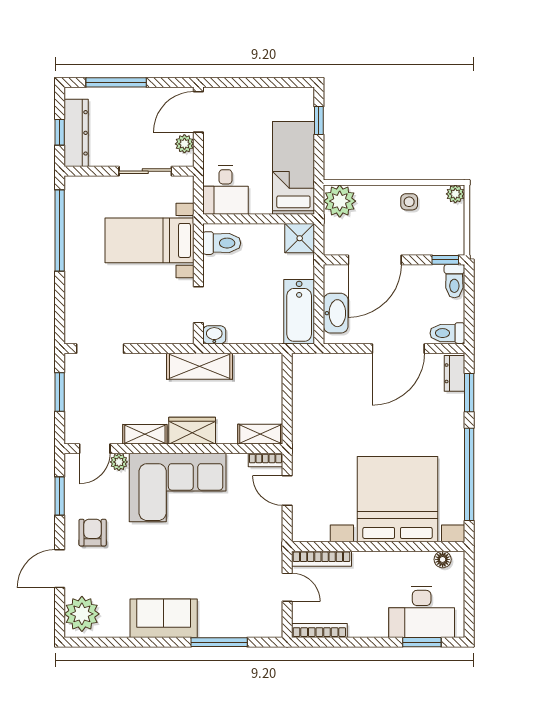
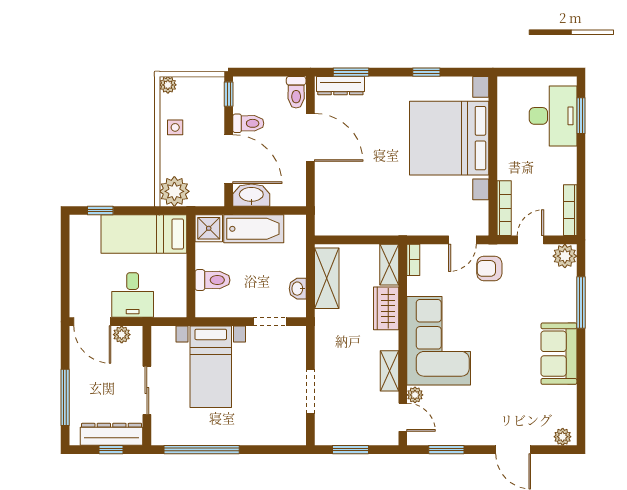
sliding door: (145, 171) -> (147, 390), moved
desk: (226, 190) -> (133, 295), moved, turned 90
toilet: (222, 243) -> (212, 280), moved, turned 90
toilet: (454, 281) -> (248, 123), moved
bathtub: (299, 312) -> (254, 229), moved
washbasin: (336, 313) -> (251, 195), moved
washbasin: (214, 335) -> (298, 289), moved
doorway: (100, 349) -> (310, 392), moved
shelving: (200, 366) -> (327, 278), moved
dresser: (454, 373) -> (340, 86), width x1.44
wardrobe: (192, 431) -> (386, 308), moved
window: (469, 474) -> (426, 72), width x0.32
door: (287, 491) -> (462, 240), moved
armchair: (93, 533) -> (489, 268), moved
floor lamp: (443, 559) -> (505, 97), removed
plant: (82, 614) -> (563, 437), width x0.53, depth x0.53
plant: (270, 625) -> (565, 256), added

